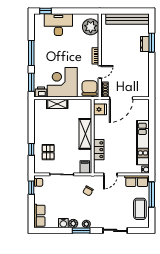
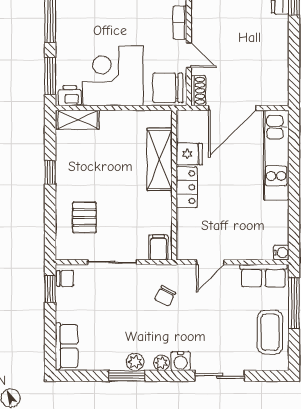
door: (100, 72) -> (189, 55), hinge flipped
chair: (89, 88) -> (168, 88), turned -90
shelving: (57, 104) -> (78, 120), moved
fridge: (100, 109) -> (189, 154), moved
shelving: (85, 134) -> (160, 159), moved
kitchen unit: (143, 143) -> (276, 155), moved
window: (31, 149) -> (50, 172), moved
locker: (99, 150) -> (187, 187), moved
water cooler: (63, 223) -> (181, 361), moved
window: (81, 230) -> (127, 376), moved

